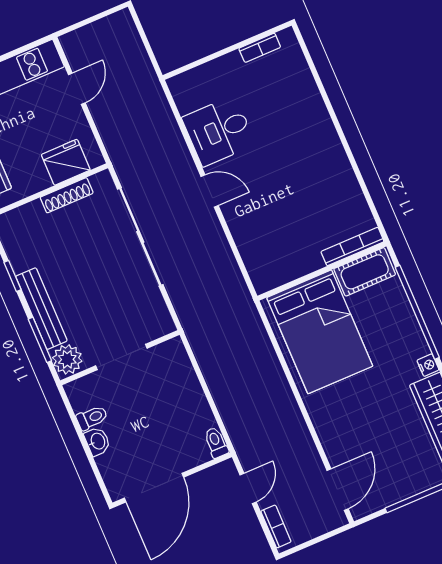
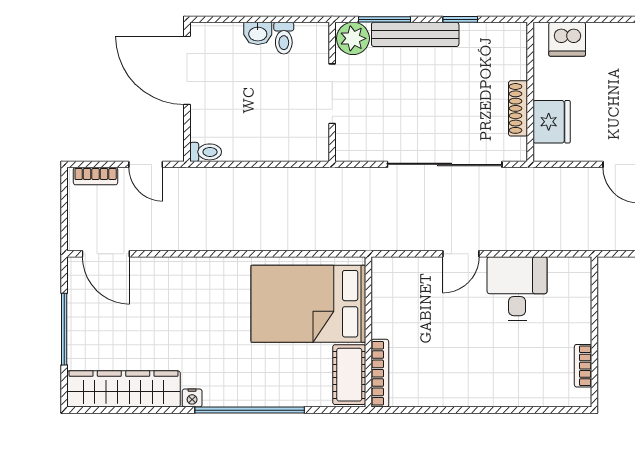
bookcase: (352, 247) -> (380, 373), moved
wall: (322, 271) -> (368, 332), moved
cot: (365, 272) -> (349, 375), moved
bed: (320, 332) -> (308, 304), moved

